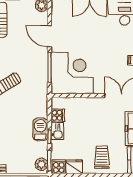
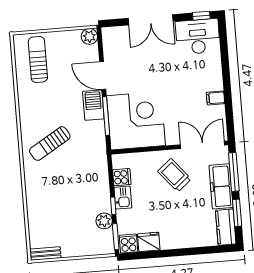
barbecue: (40, 129) -> (93, 105), moved
trolley: (102, 157) -> (174, 175), moved, turned -40
plant: (41, 164) -> (104, 221), moved

